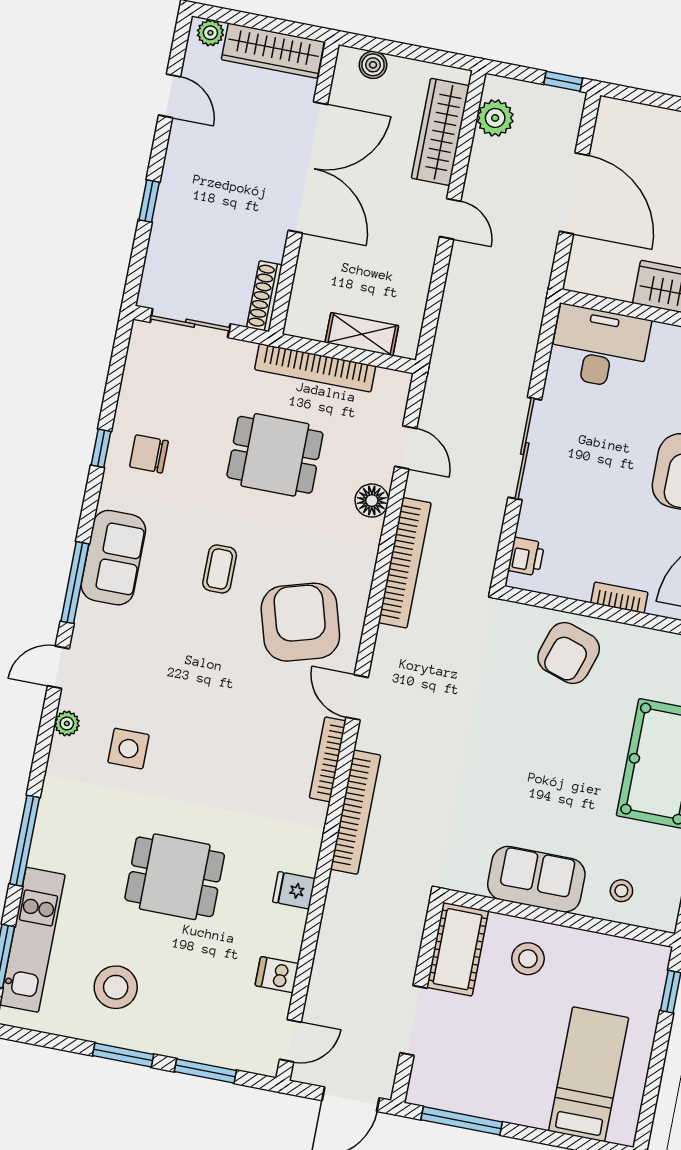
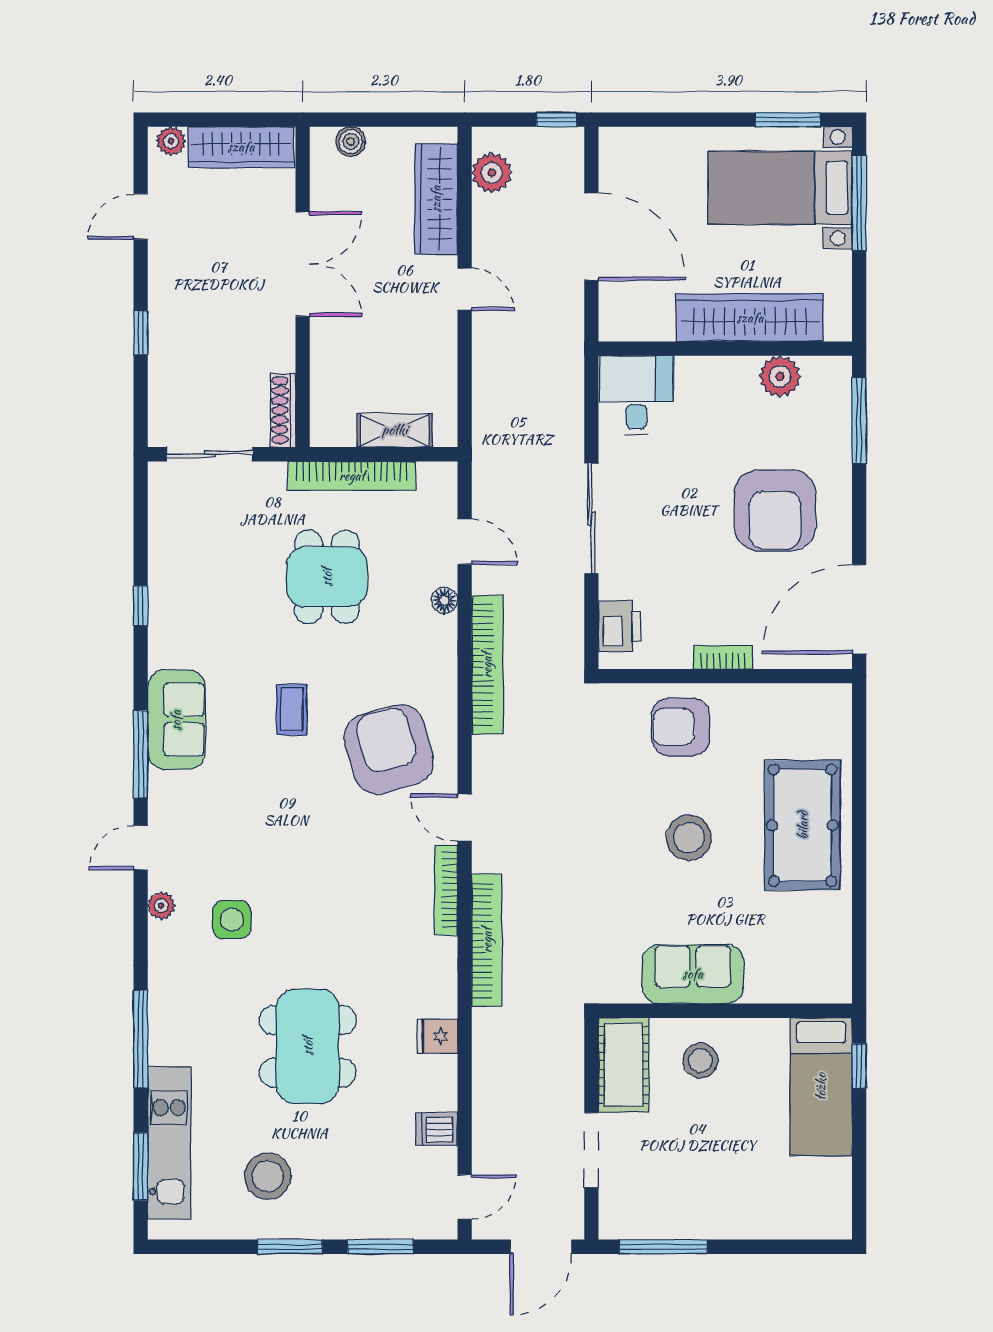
door: (169, 96) -> (141, 217), swing flipped
double door: (308, 167) -> (303, 264), width x0.73
desk: (599, 347) -> (636, 395), width x0.73
chair: (149, 454) -> (193, 602), removed
dining table: (275, 455) -> (327, 577), turned 90
floor lamp: (372, 501) -> (444, 600), width x0.73, depth x0.73
printer: (526, 557) -> (620, 626), width x1.36, depth x1.24
armchair: (569, 653) -> (681, 727), turned 72
dining table: (175, 877) -> (308, 1046), width x1.38
stool: (621, 891) -> (689, 838), moved, width x1.89, depth x1.89
bed: (589, 1074) -> (821, 1087), moved, turned 180

